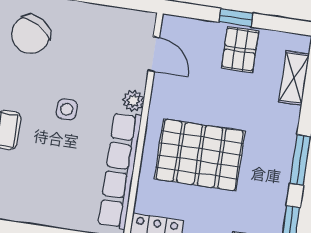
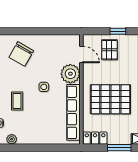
pallet: (240, 49) -> (109, 50), moved
plant: (133, 101) -> (70, 74), width x1.87, depth x1.87

